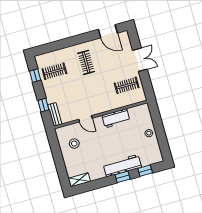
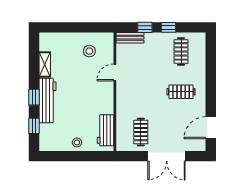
double door: (140, 60) -> (167, 156), width x1.37
window: (35, 76) -> (169, 27), moved
workbench: (116, 118) -> (105, 130), moved
shelving: (79, 180) -> (45, 65), moved

